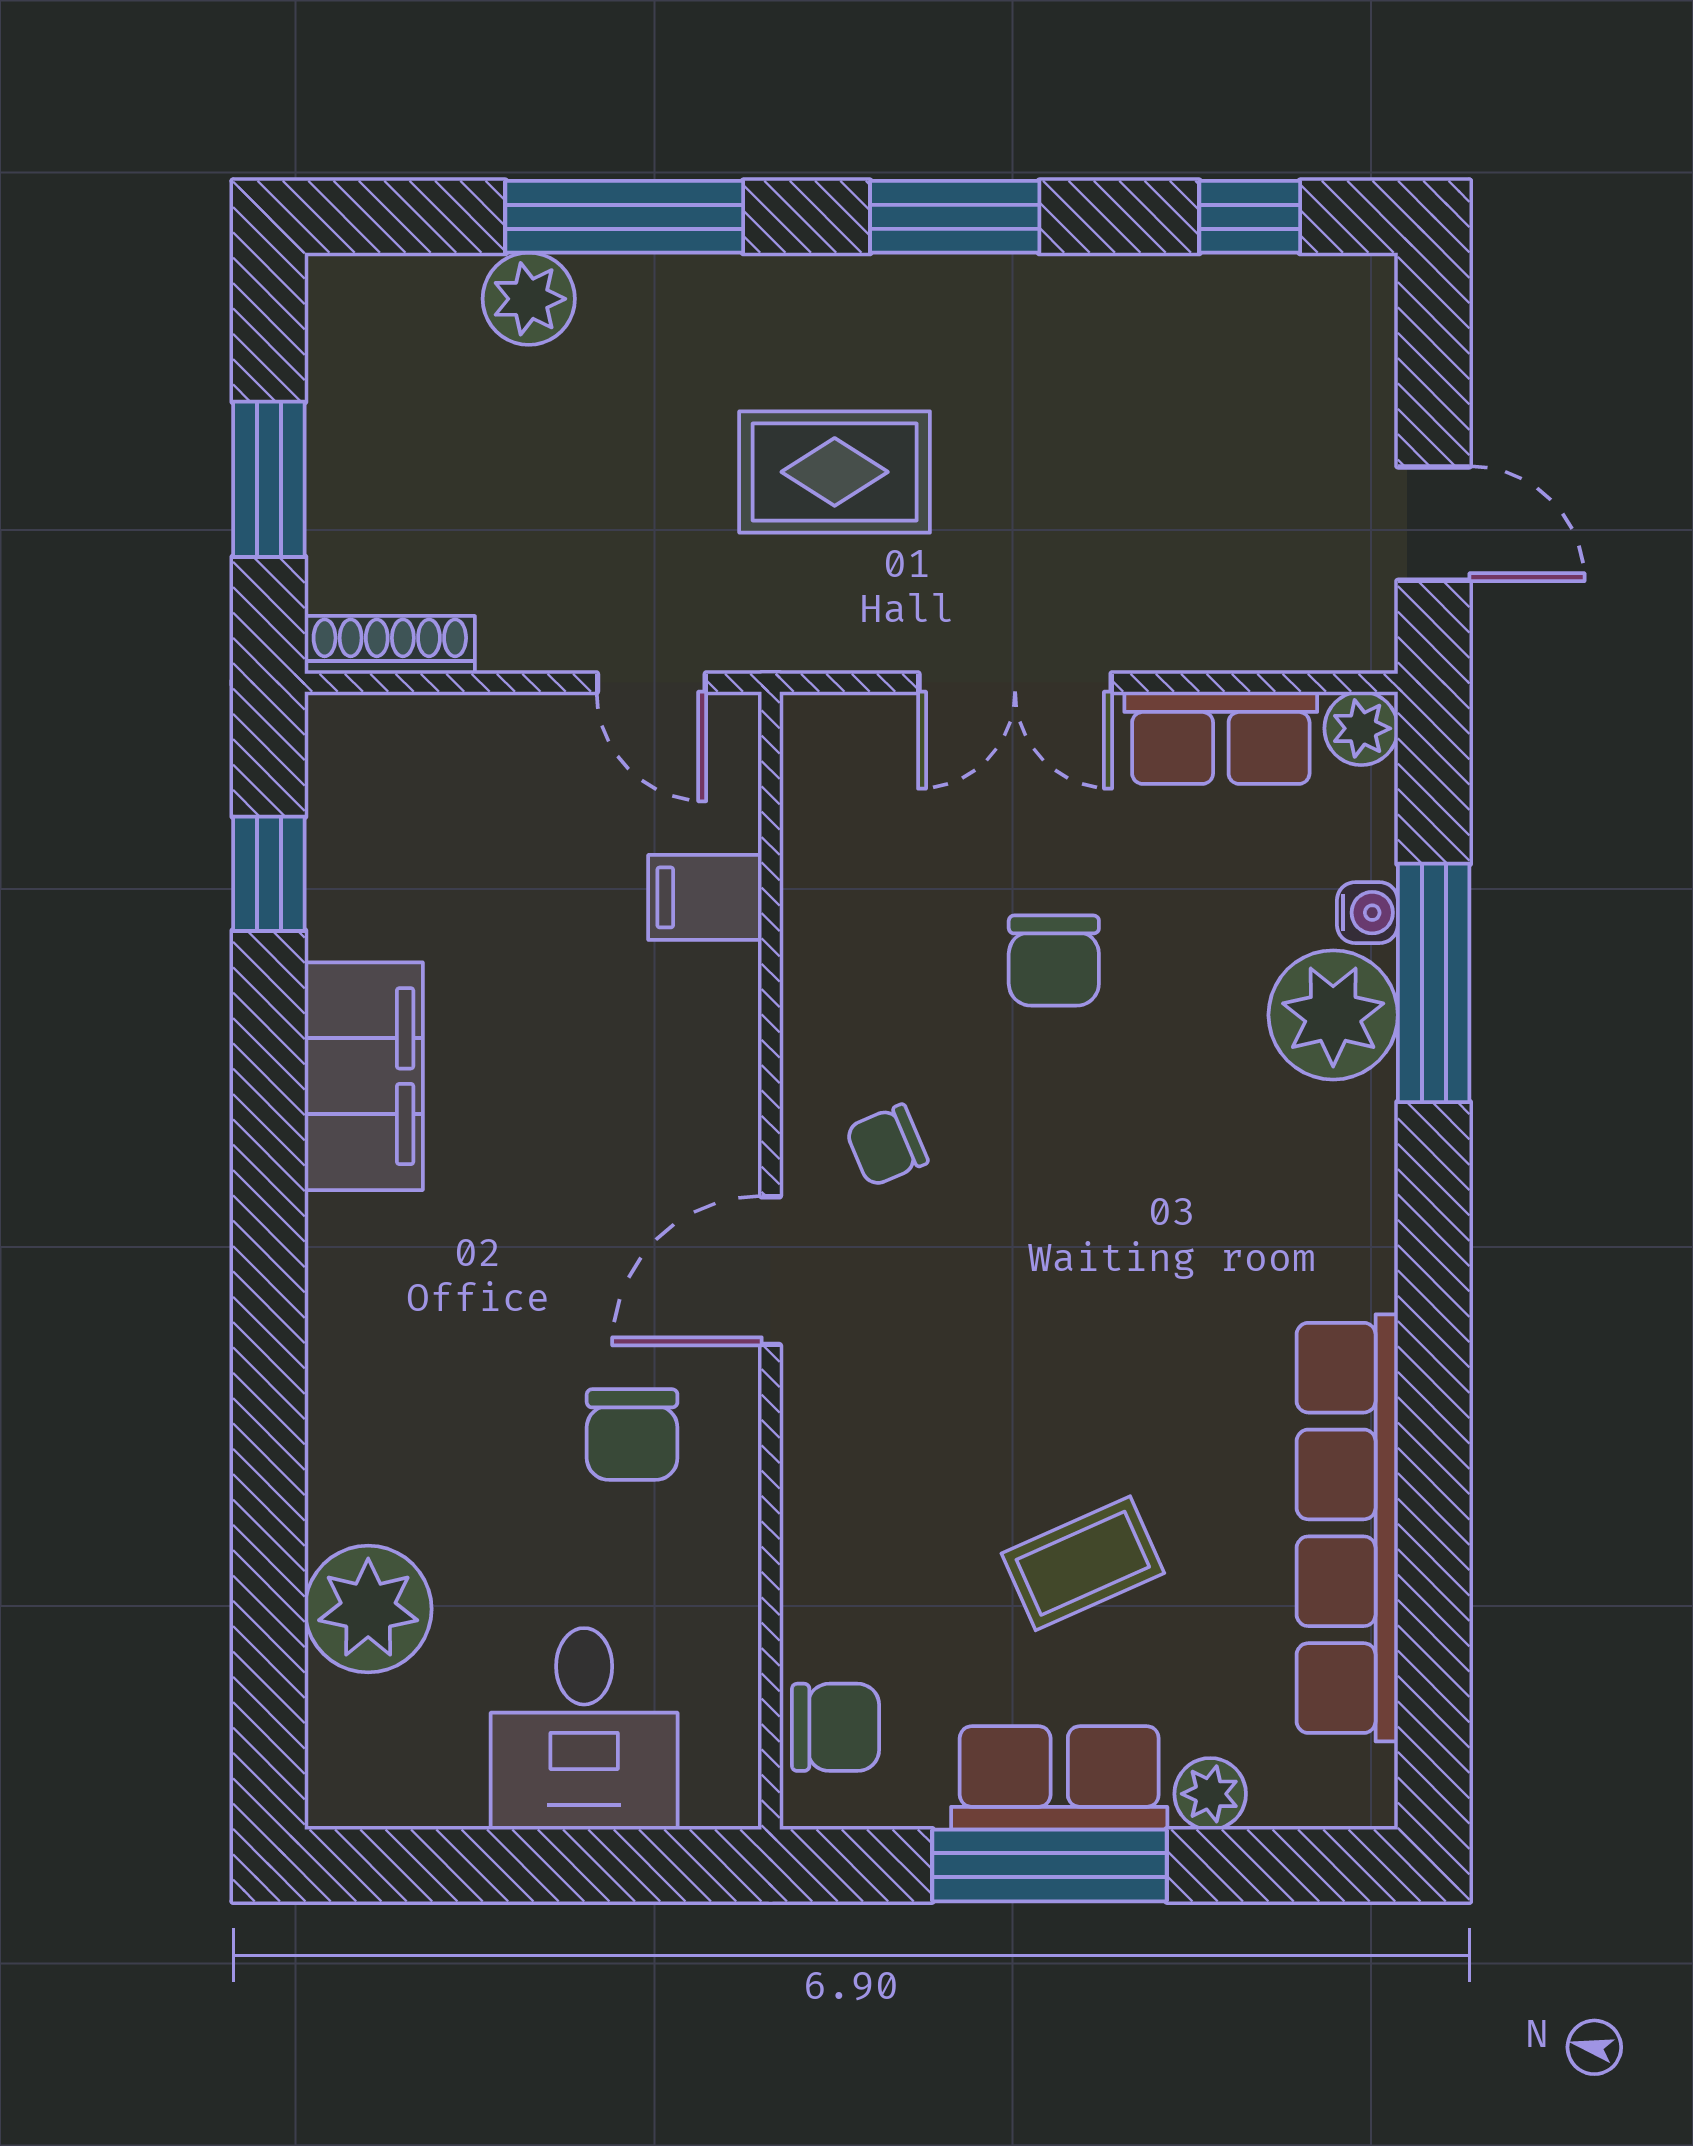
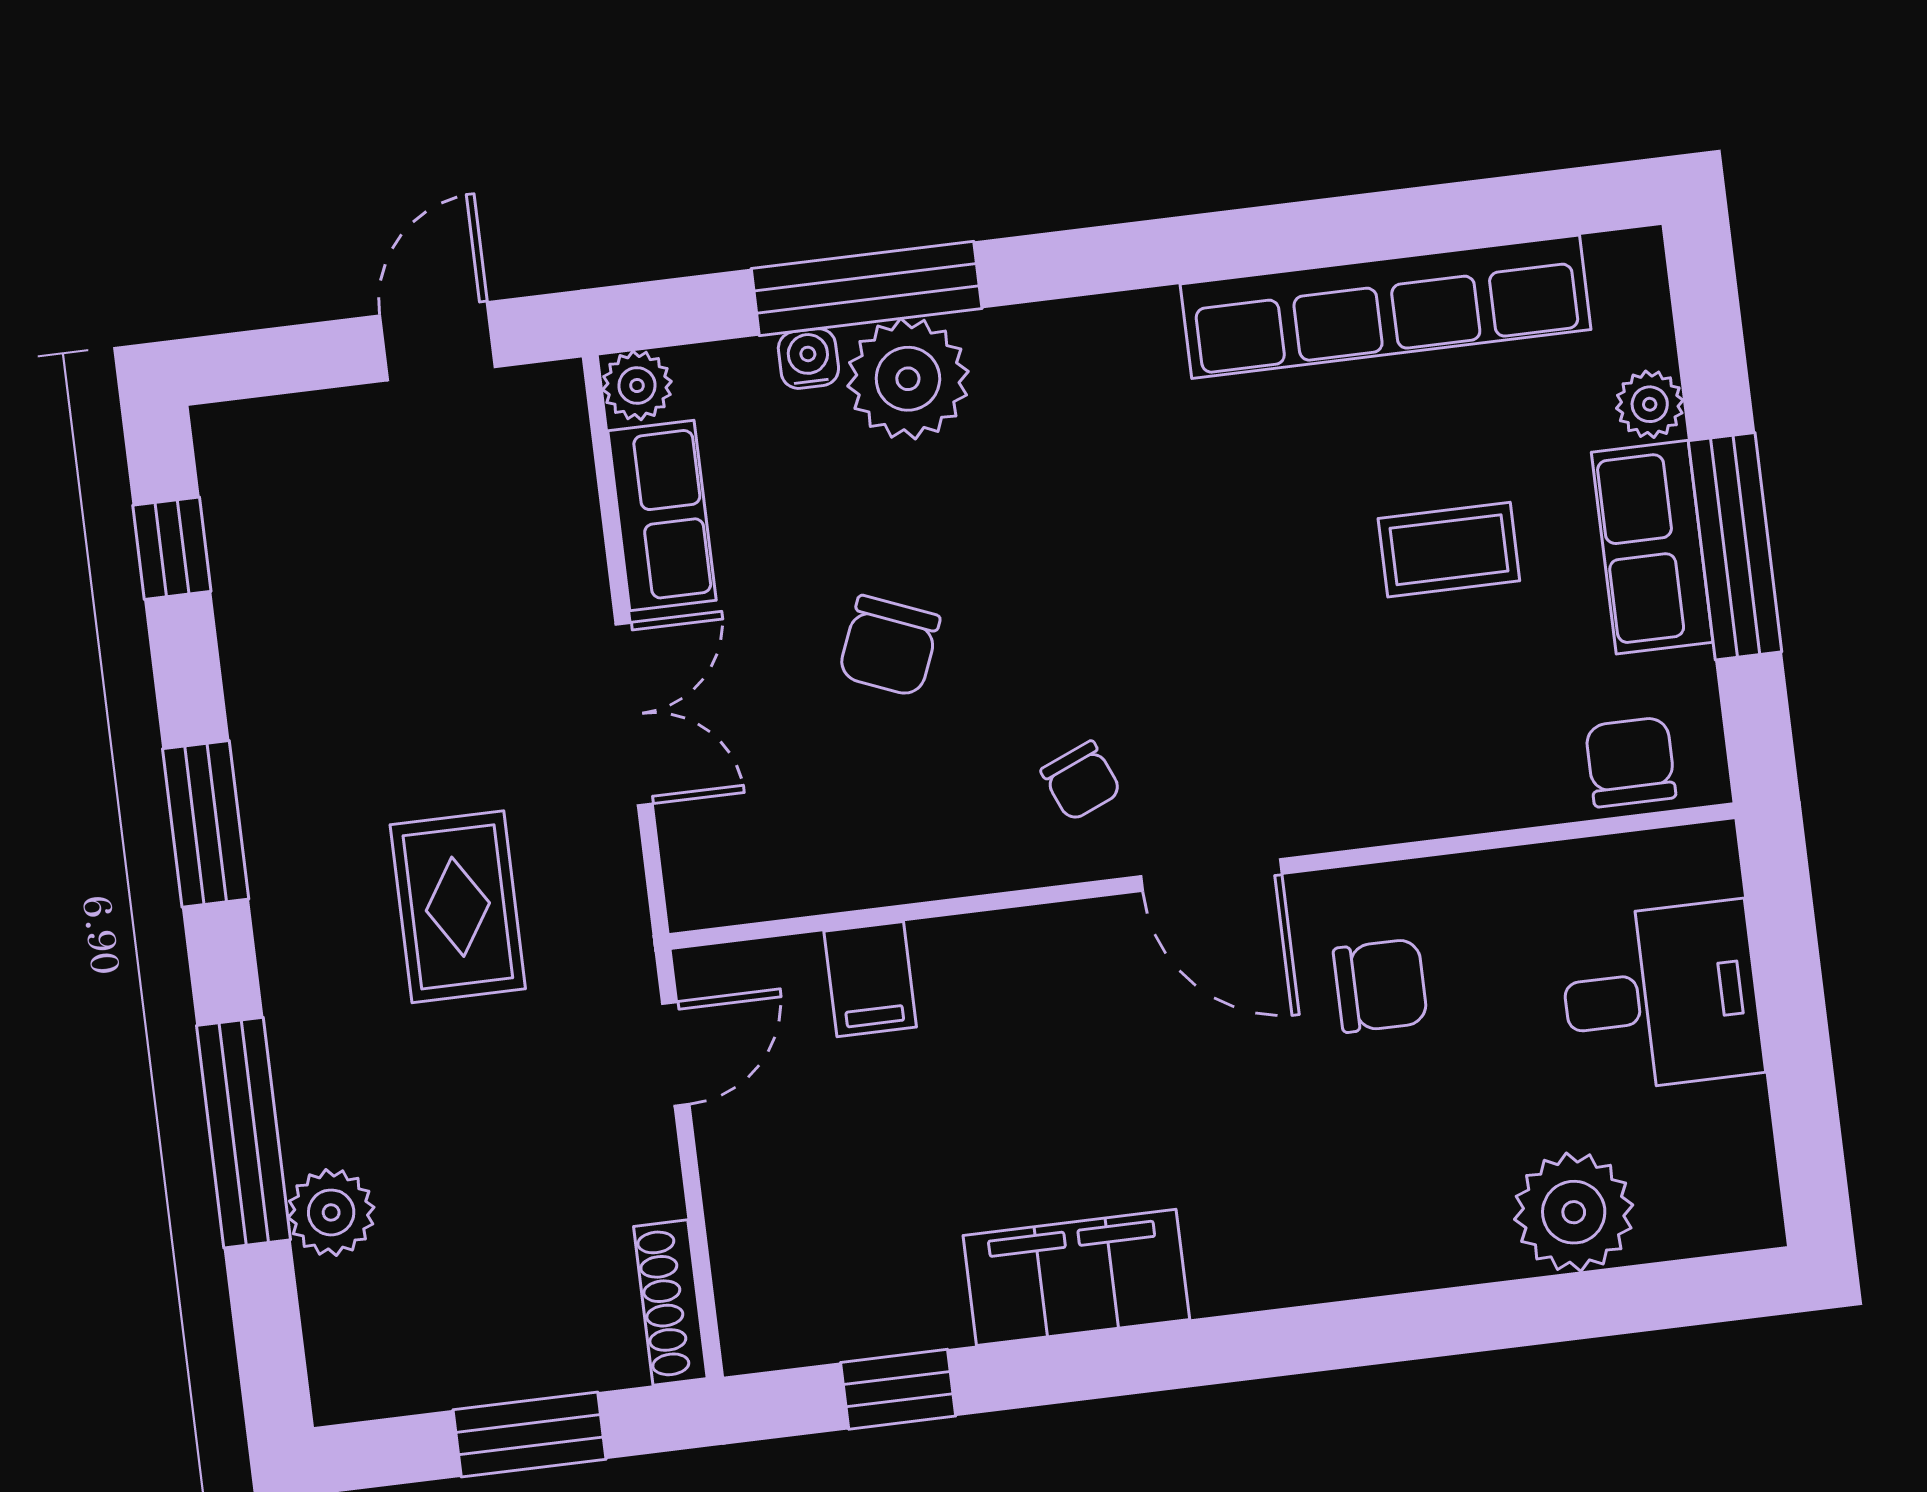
chair: (1054, 961) -> (889, 646), turned 112
coffee table: (1083, 1563) -> (1449, 550), turned -66

